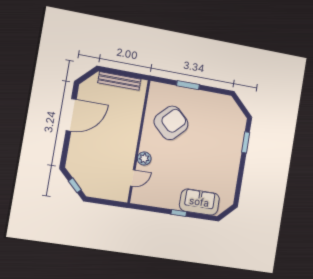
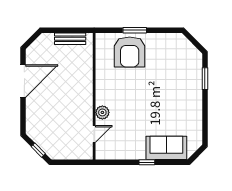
bench: (119, 81) -> (70, 39), width x0.73
armchair: (171, 123) -> (130, 52), moved, turned 136

